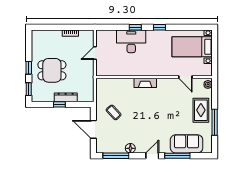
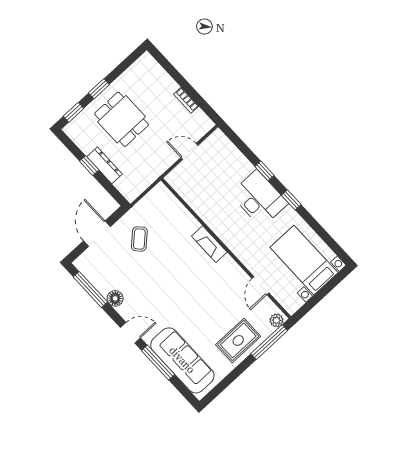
desk: (131, 41) -> (259, 199), moved
window: (215, 122) -> (269, 342), moved
sofa: (187, 144) -> (182, 360), width x1.36

